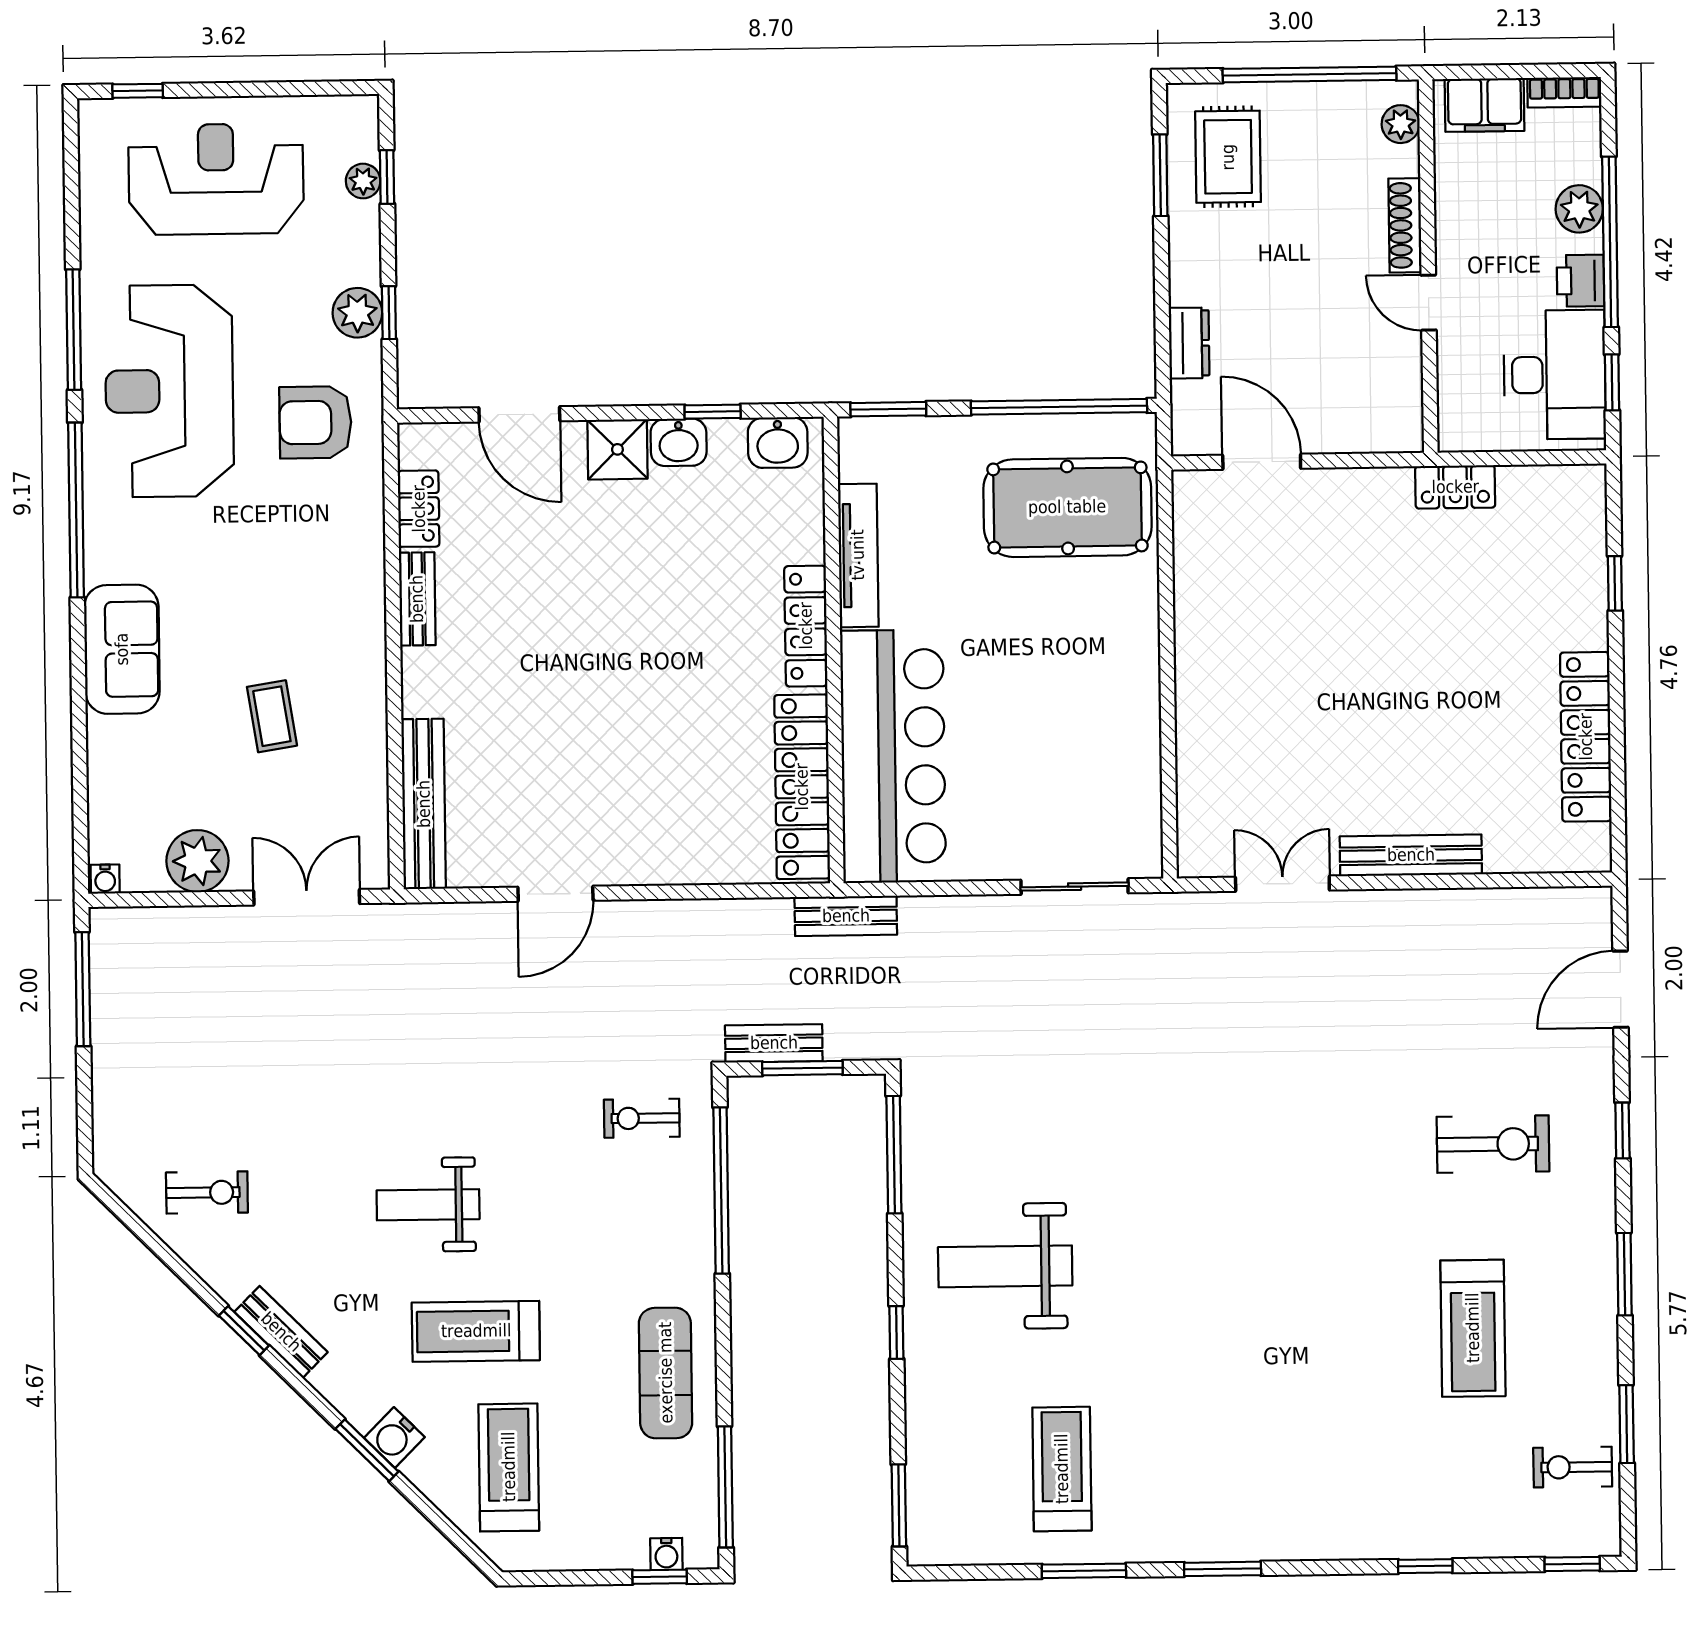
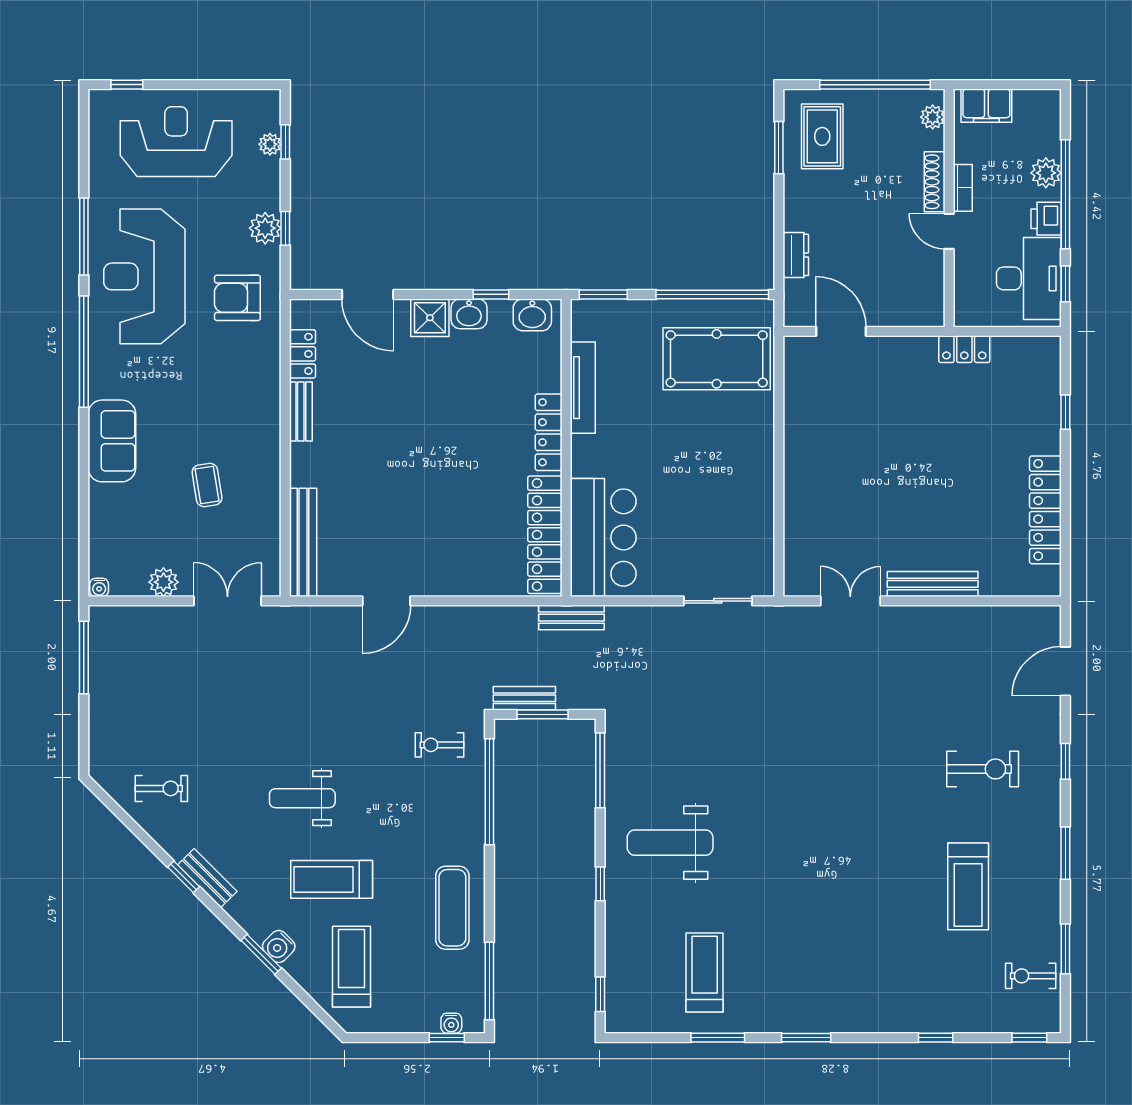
bookcase: (1564, 92) -> (963, 188), moved, turned -90
bar counter: (893, 756) -> (603, 538), width x0.73
plant: (197, 861) -> (163, 582), width x0.73, depth x0.73
window: (899, 1505) -> (600, 994), width x0.67

